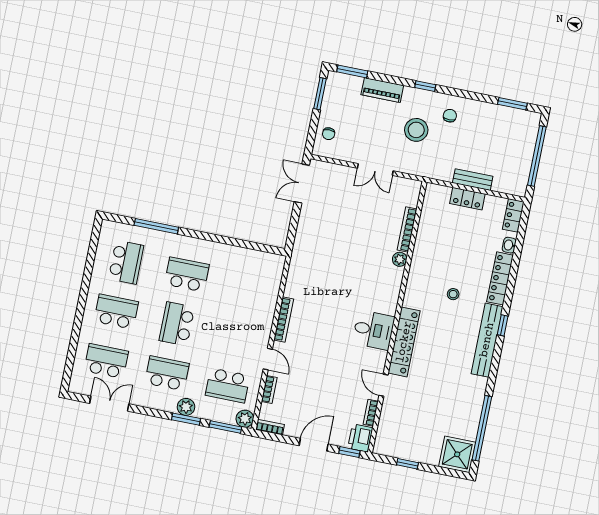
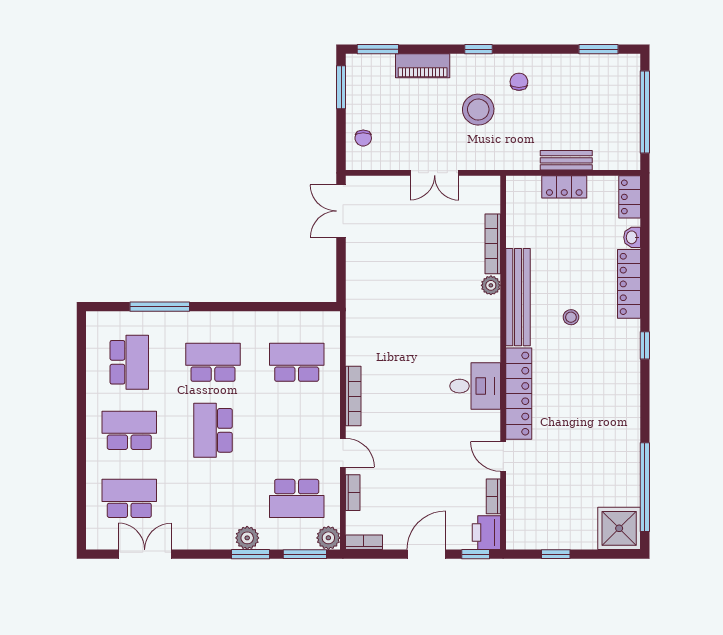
bench: (487, 340) -> (518, 297), moved
school desk: (167, 373) -> (297, 362), moved

